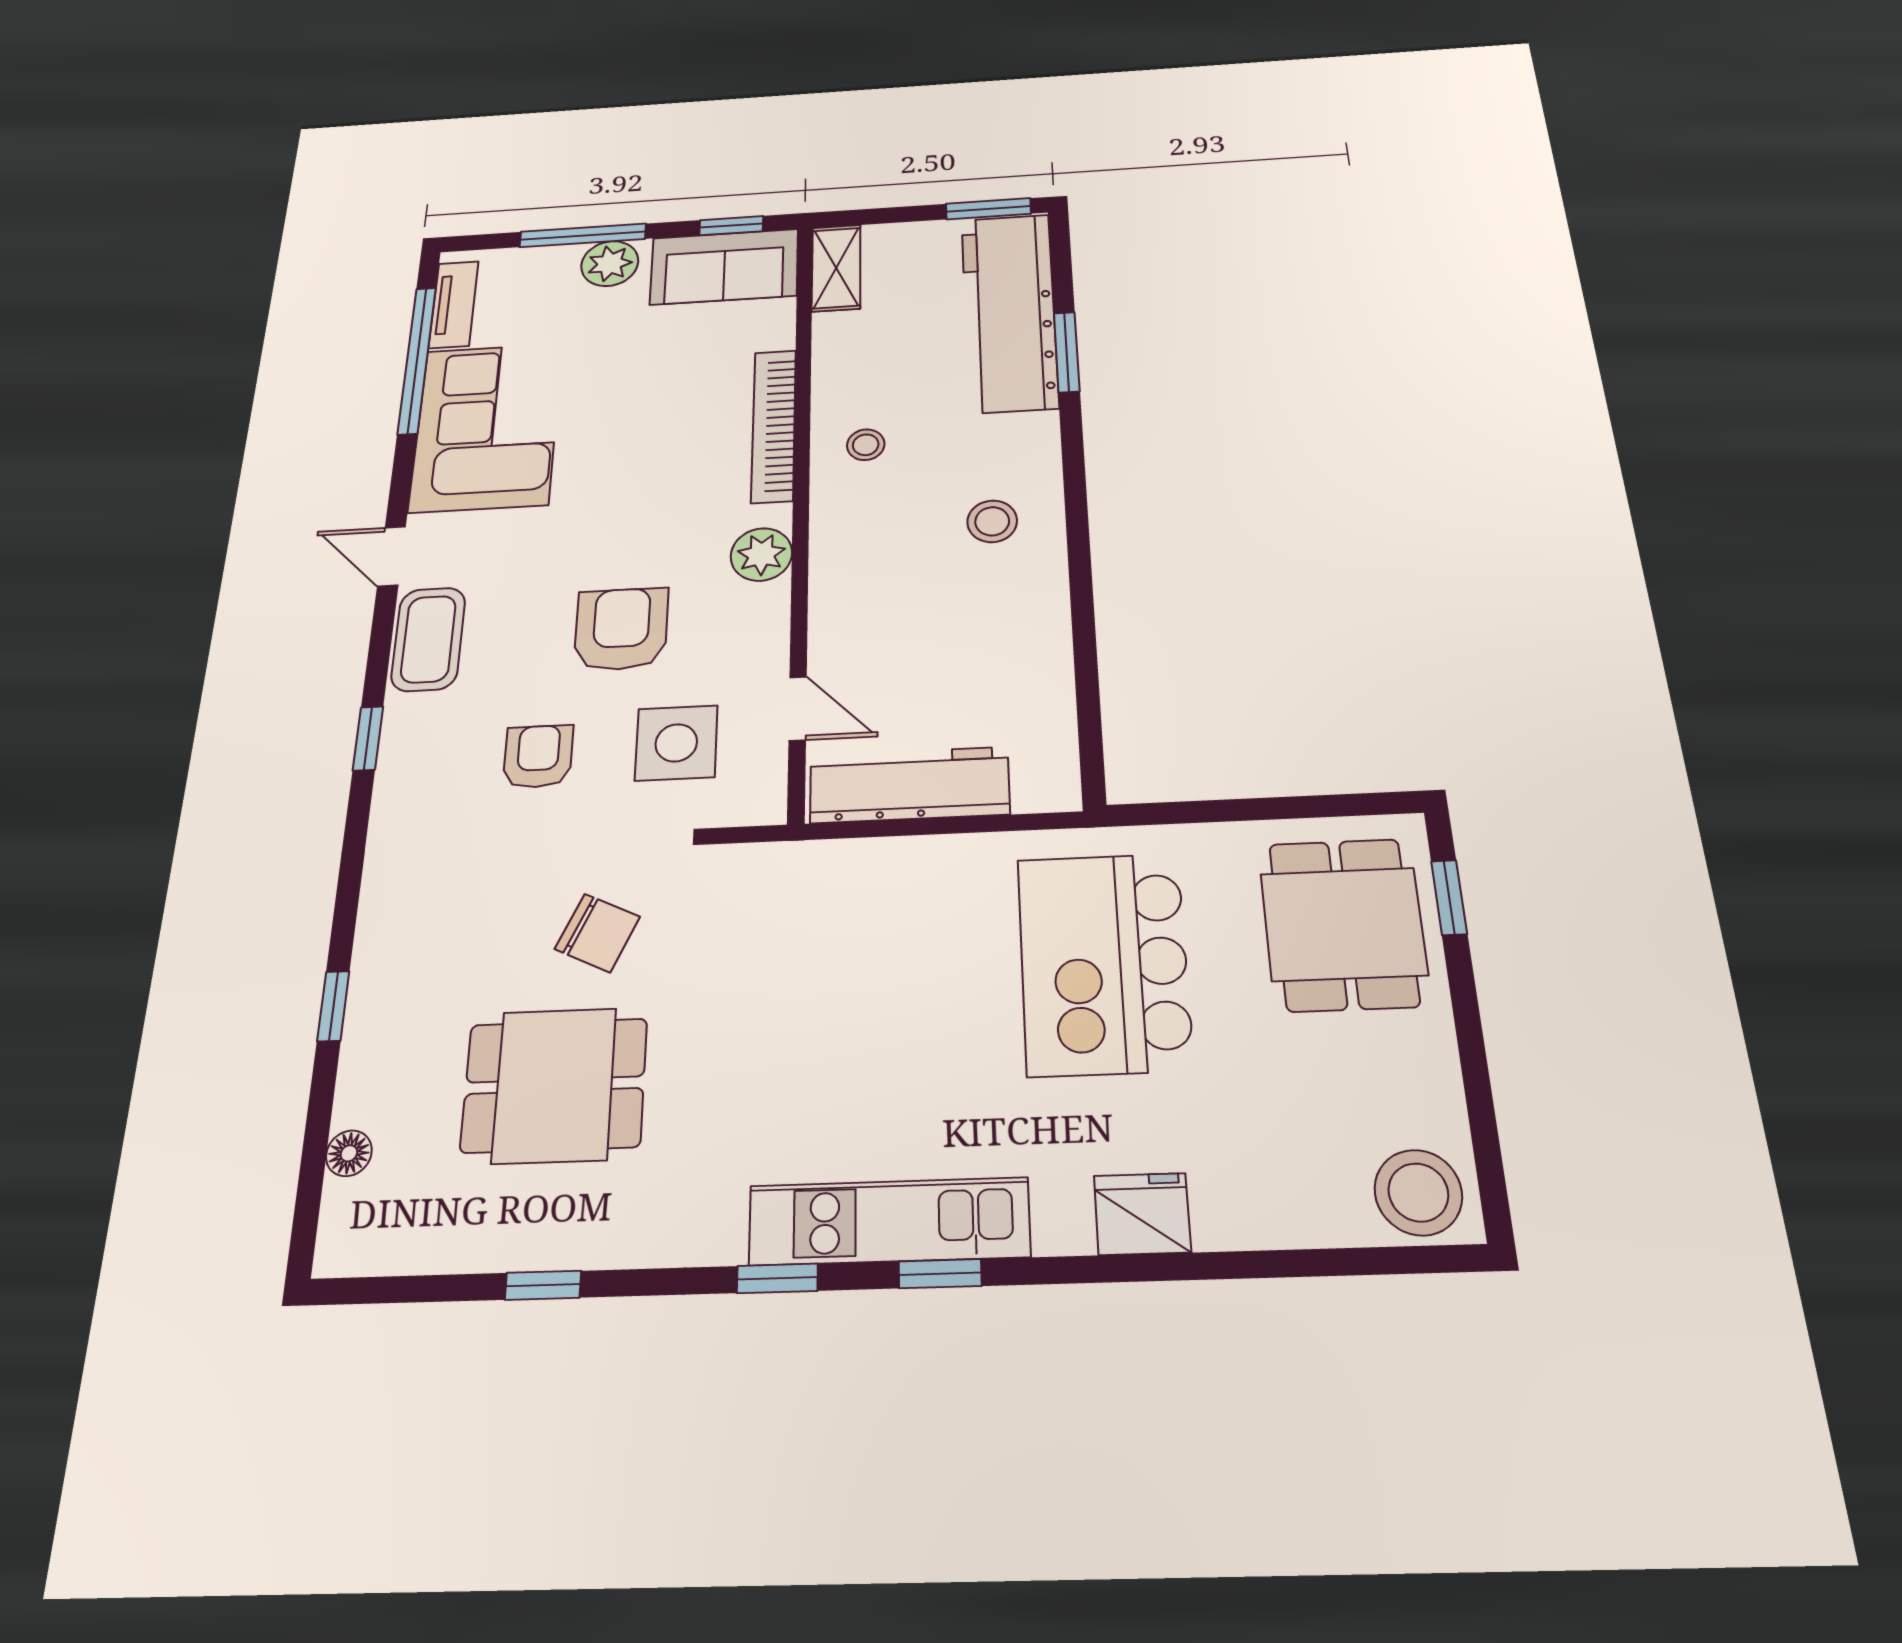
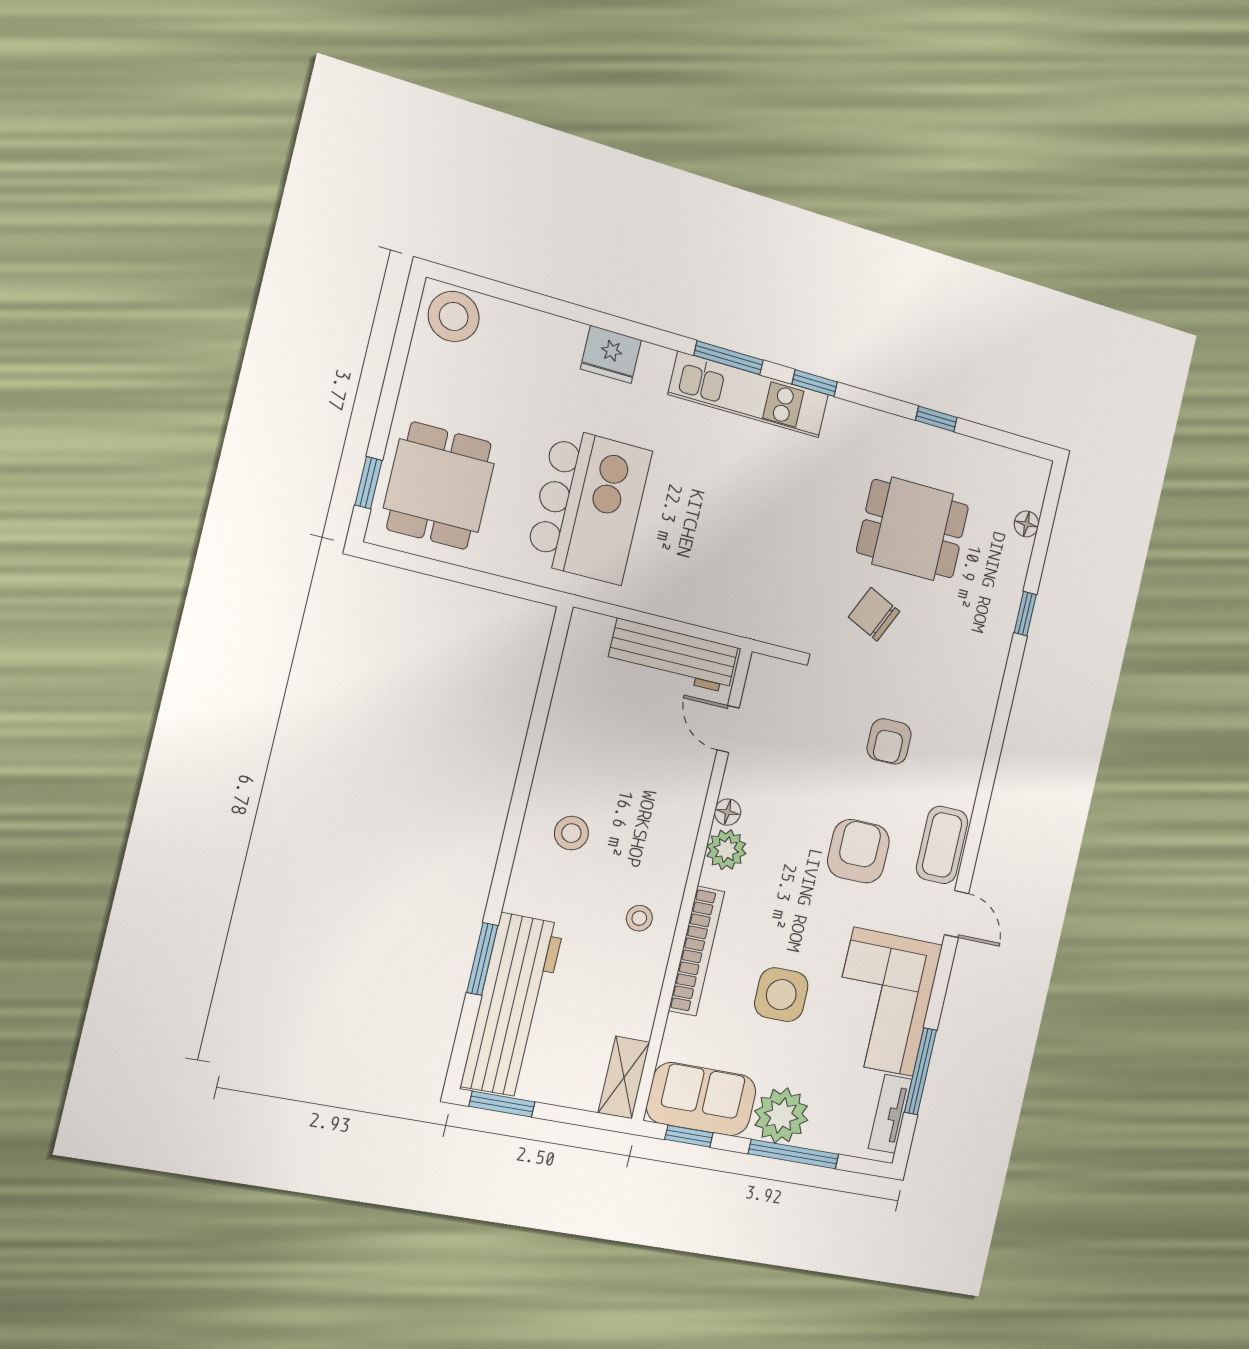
plant: (610, 264) -> (781, 1116), width x1.36, depth x1.36
window: (417, 360) -> (921, 1071), width x0.68
floor lamp: (771, 601) -> (728, 812), added
armchair: (621, 629) -> (858, 851), moved, turned 180
window: (368, 738) -> (986, 784), removed
side table: (676, 743) -> (781, 995), moved
window: (940, 1274) -> (729, 358), width x1.50

